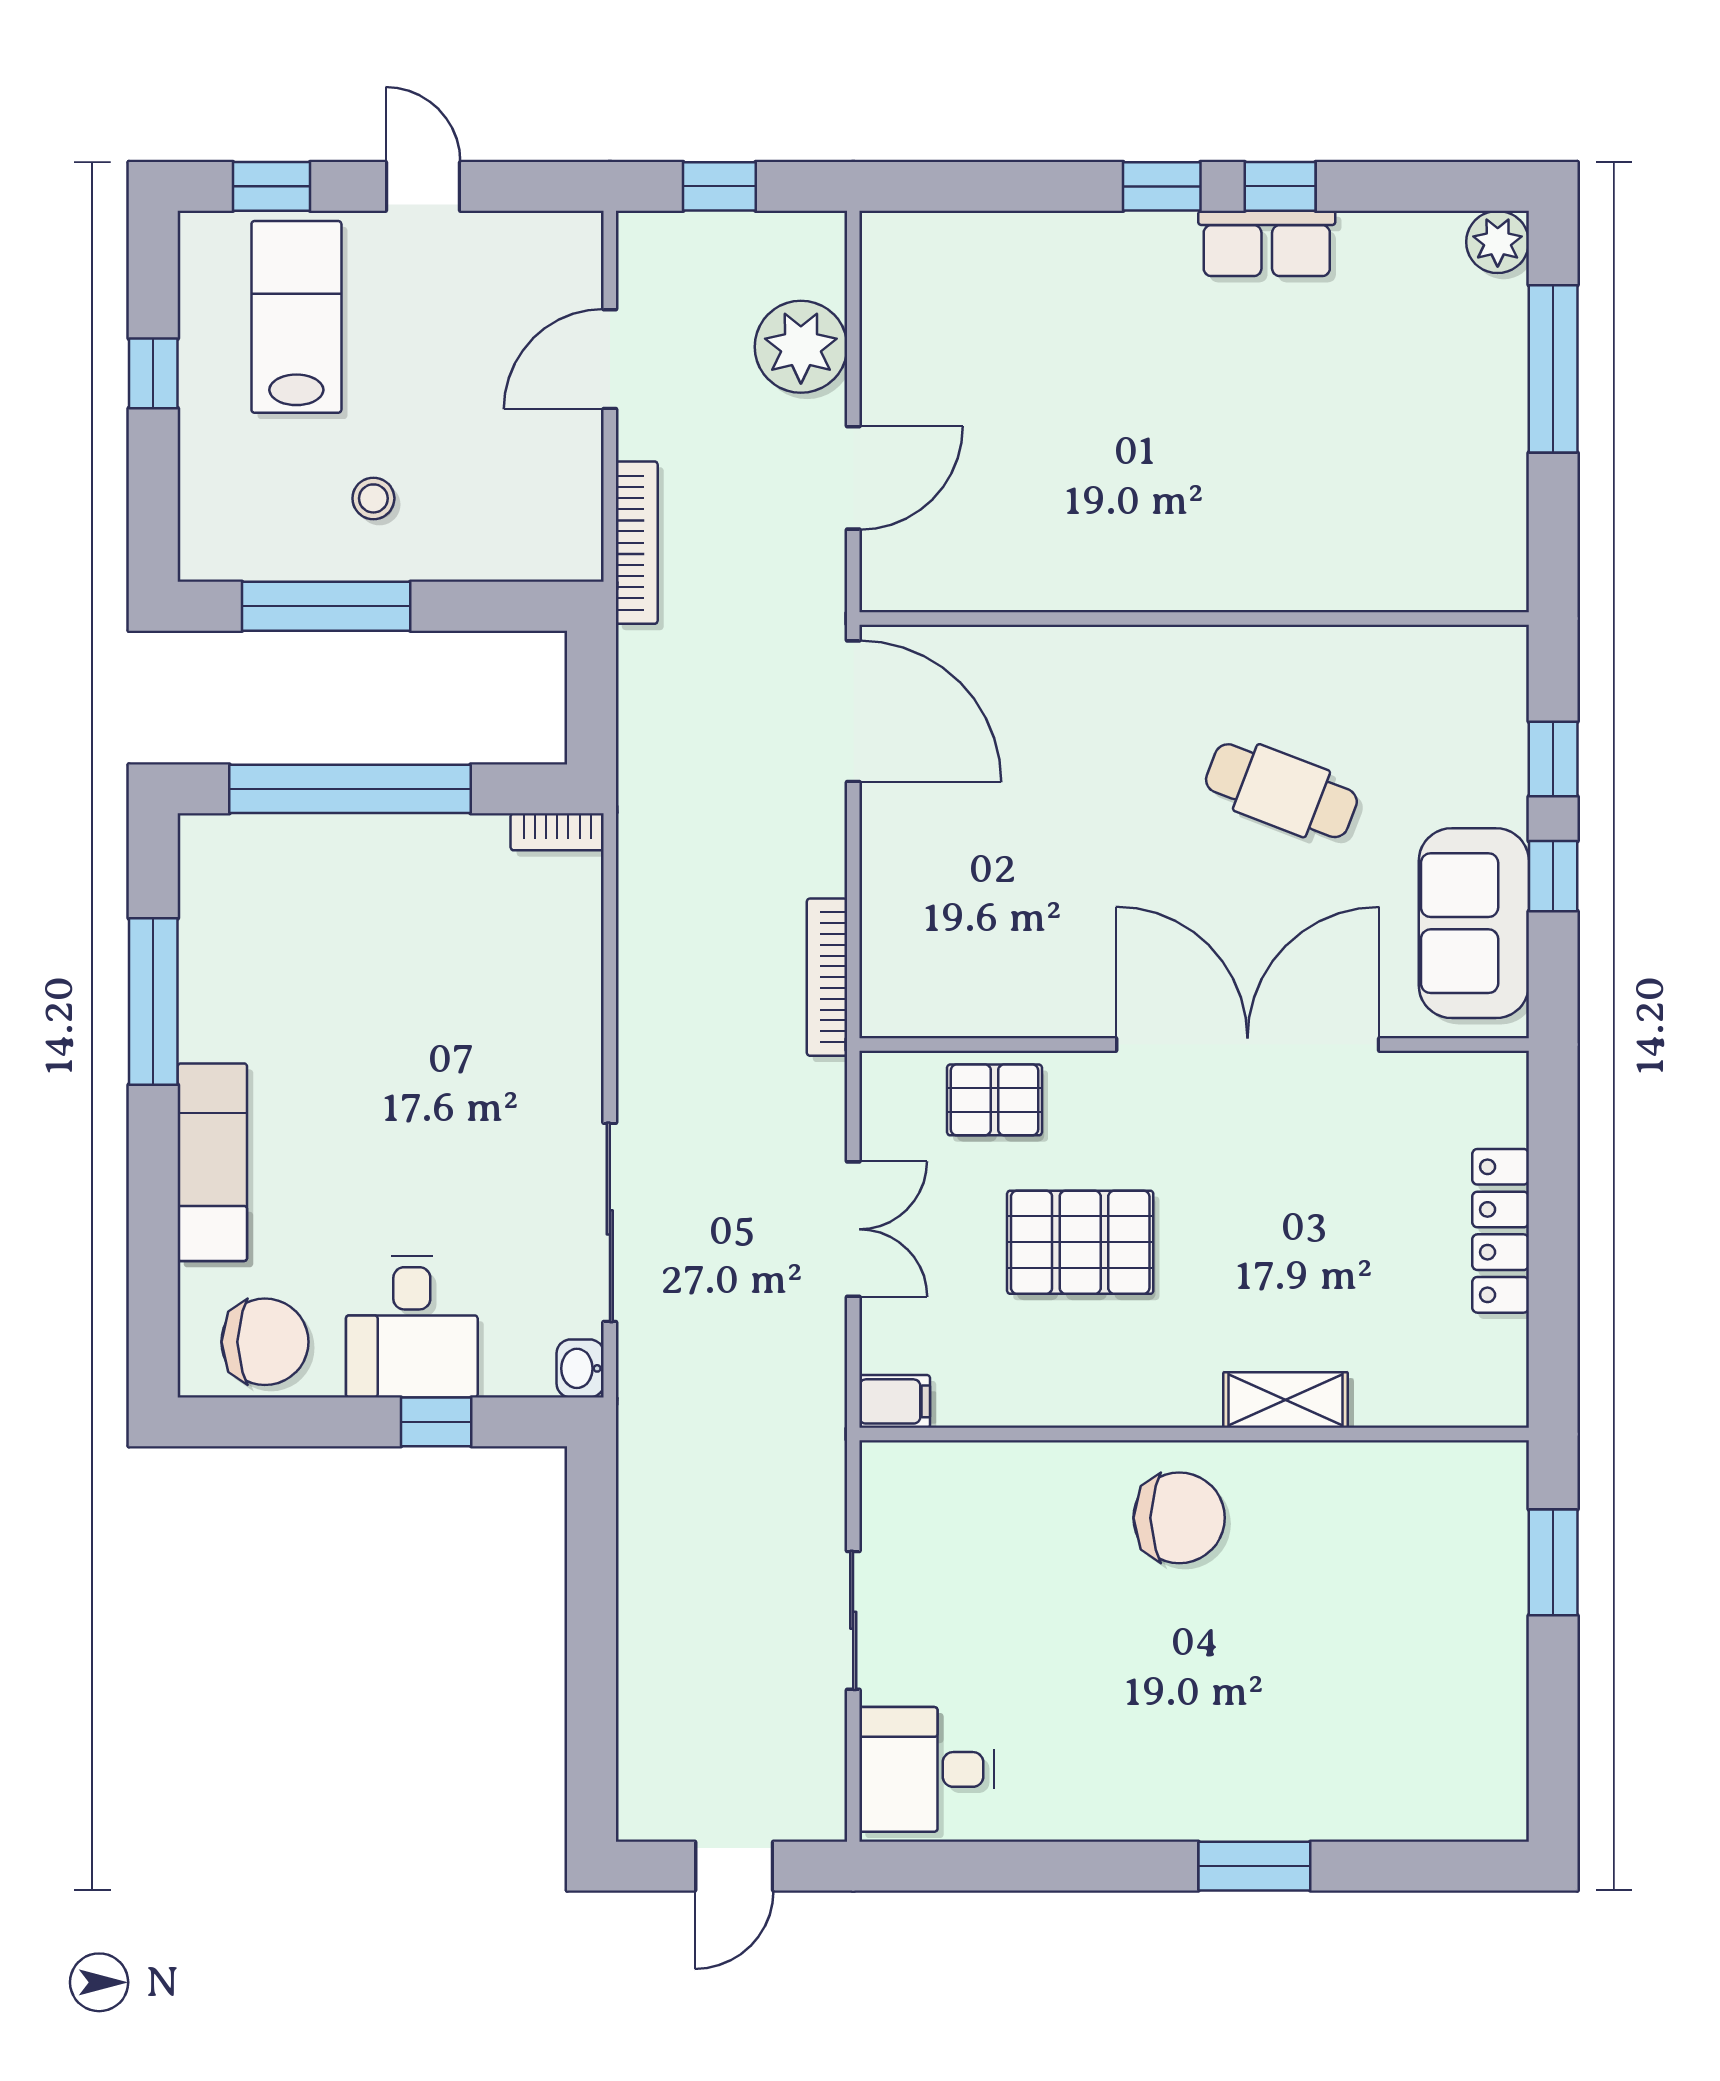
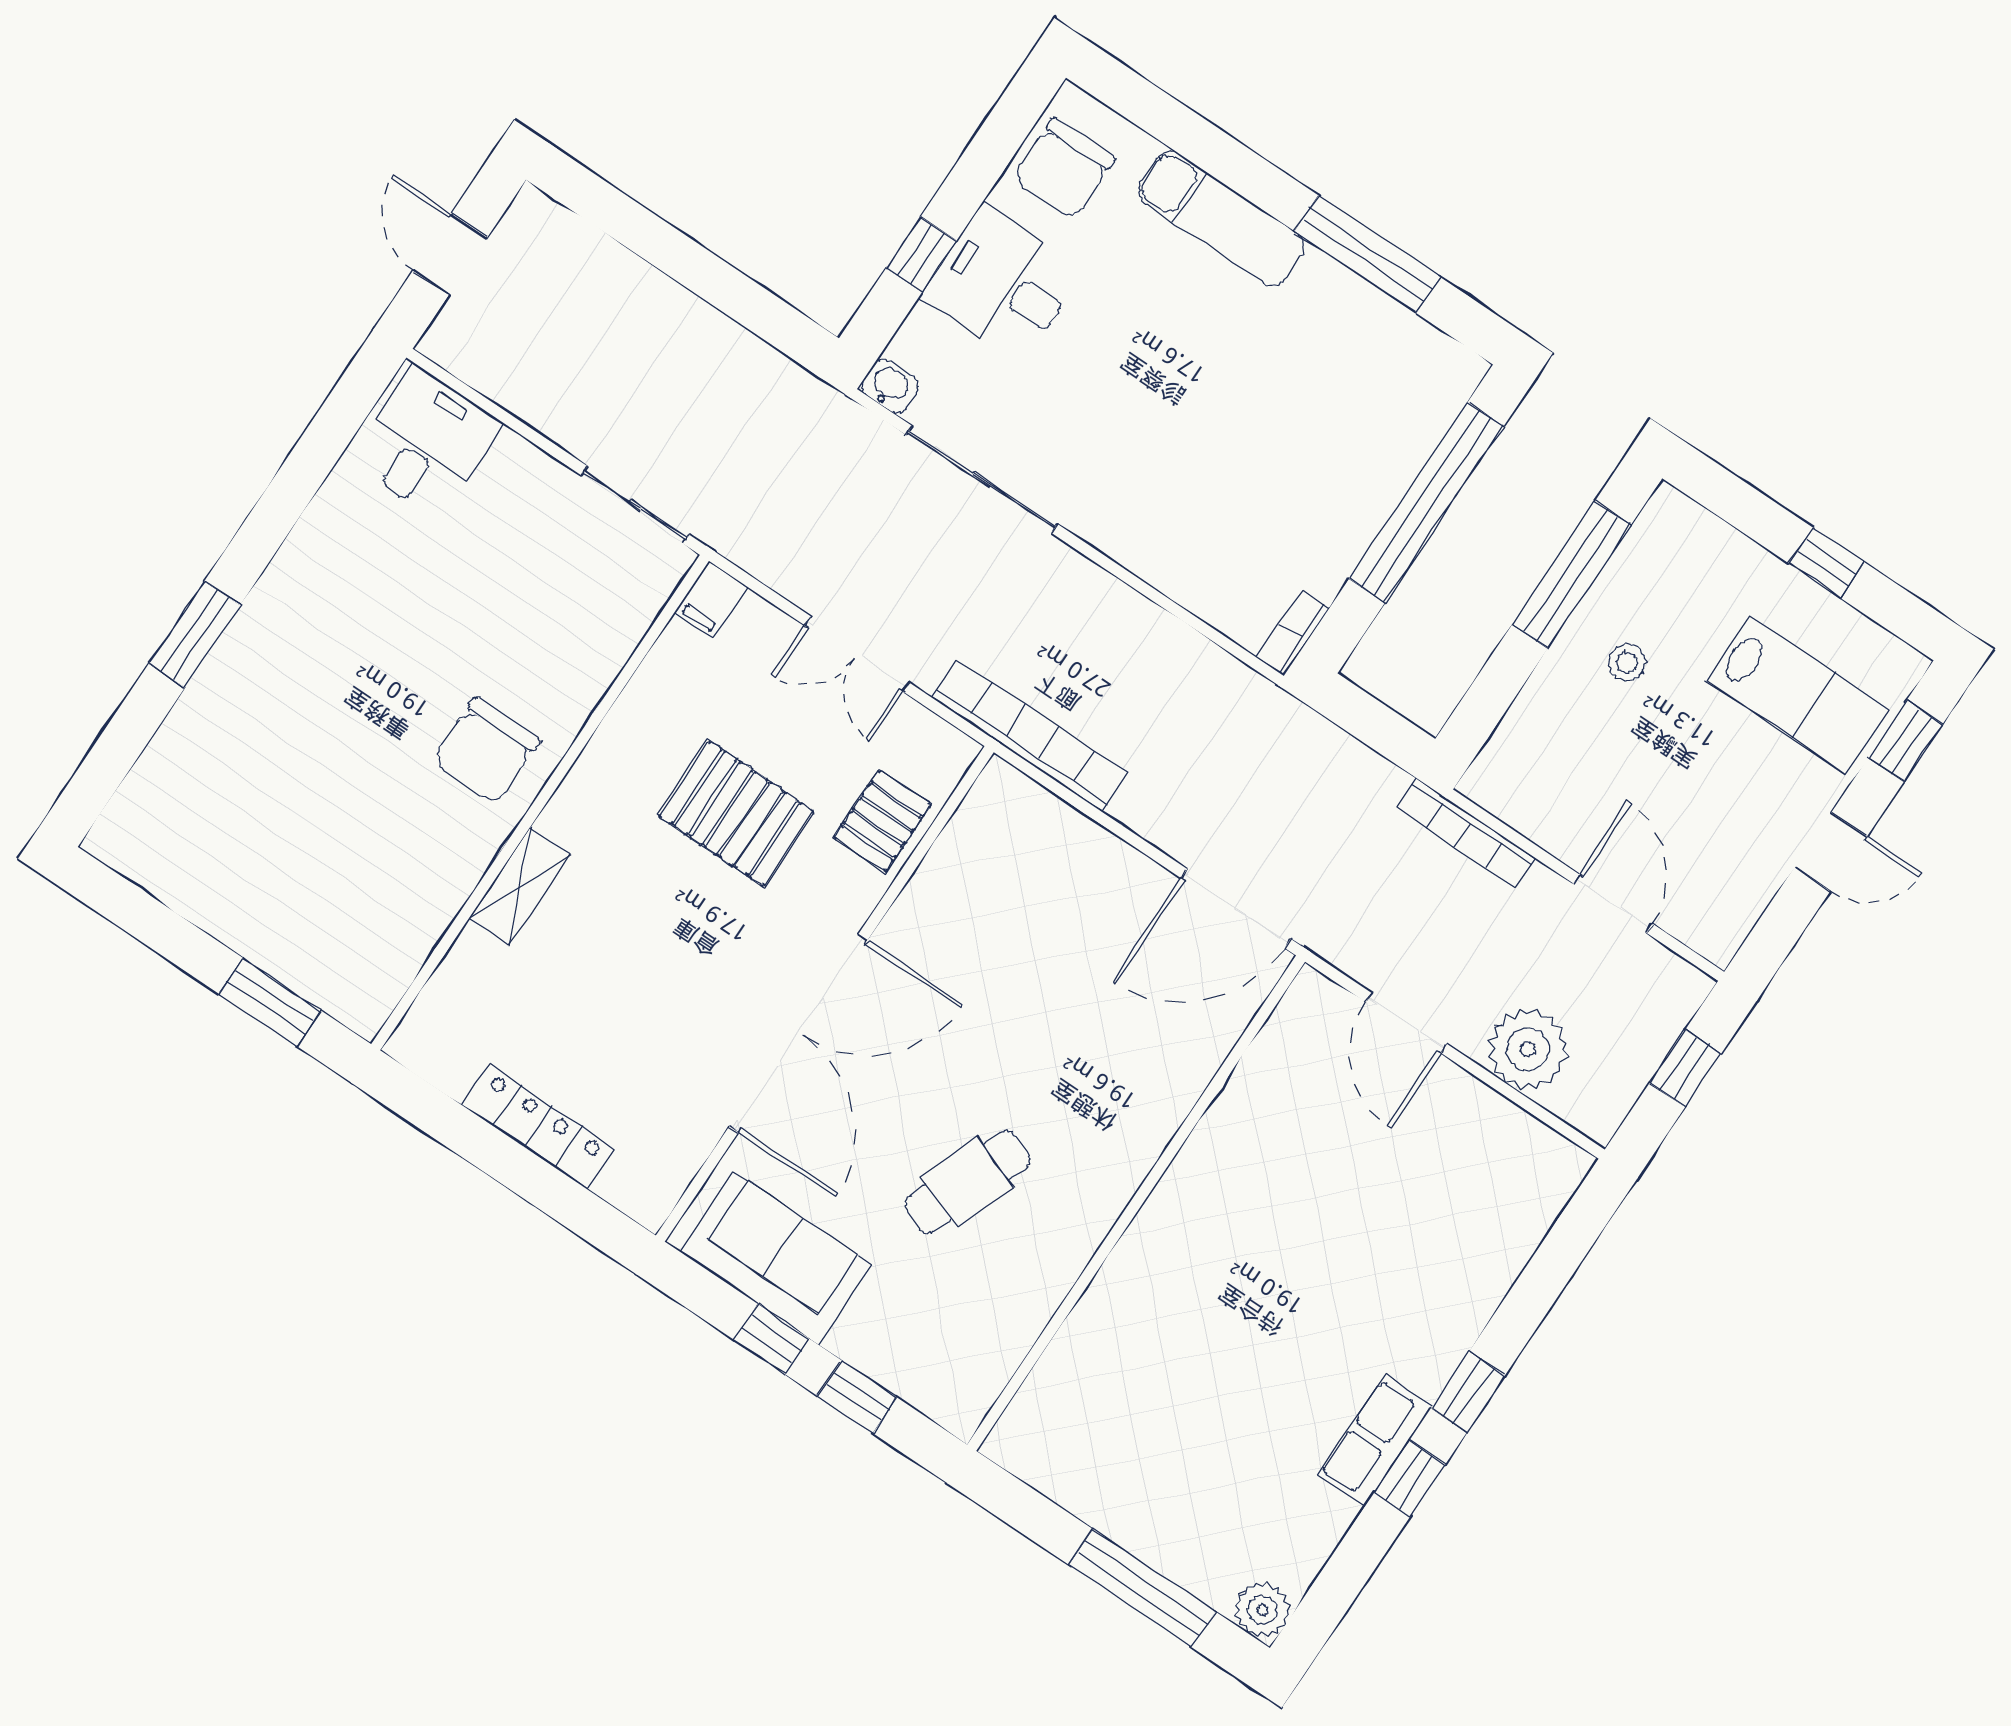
bookcase: (827, 977) -> (1030, 736), width x1.48, depth x1.31
pallet: (1080, 1242) -> (736, 814), turned 90
sliding door: (853, 1620) -> (635, 505), moved

